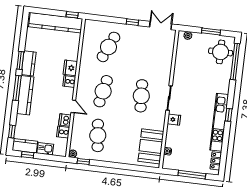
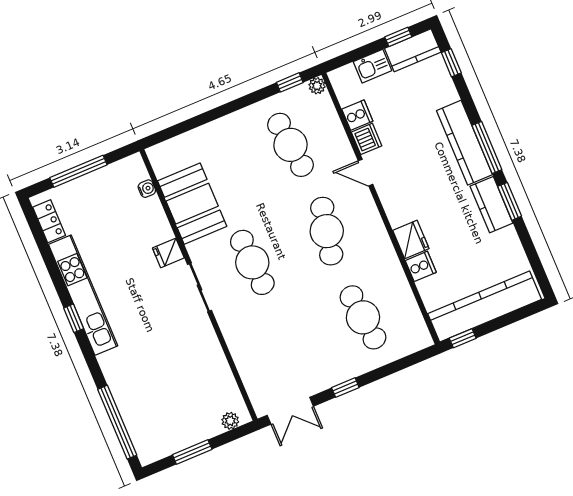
cafe table: (108, 47) -> (363, 317), turned -30
round table: (221, 52) -> (154, 425), removed
cooker: (69, 81) -> (421, 266), moved
booth: (151, 146) -> (192, 204), moved

